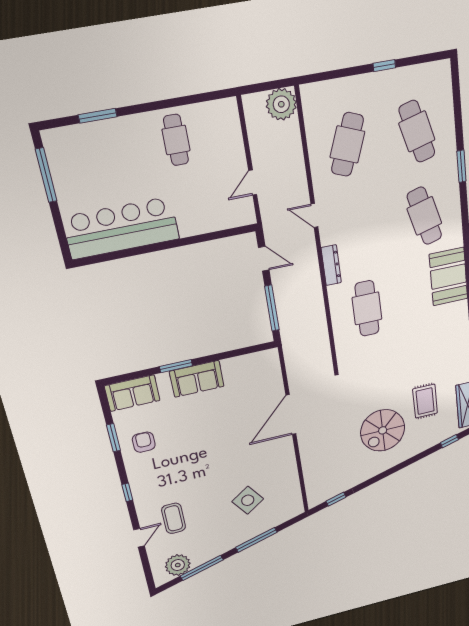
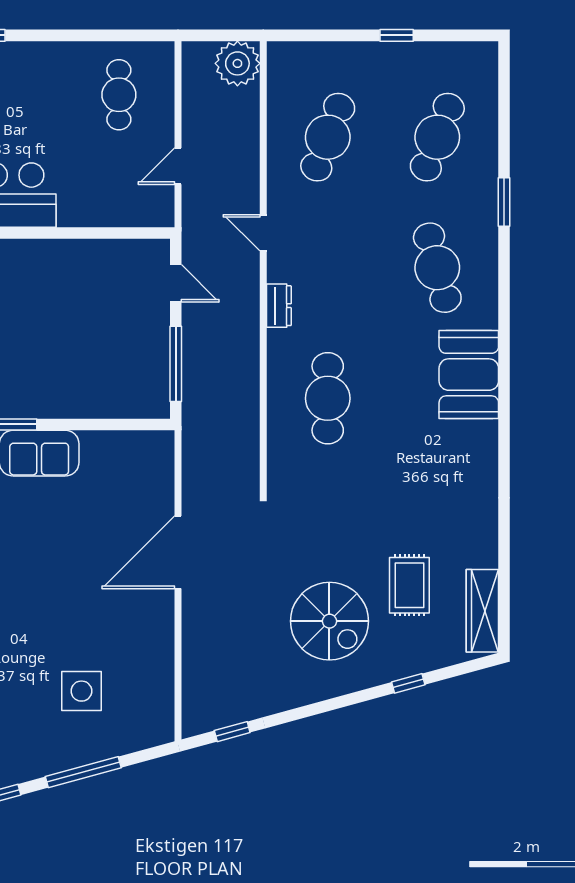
cafe table: (417, 131) -> (437, 137), turned 36
cafe table: (176, 140) -> (119, 95), moved
dresser: (331, 265) -> (279, 306), width x0.70
spiral stairs: (383, 430) -> (329, 621), turned -90
window: (449, 441) -> (408, 683), moved
side table: (248, 500) -> (81, 691), turned 35

